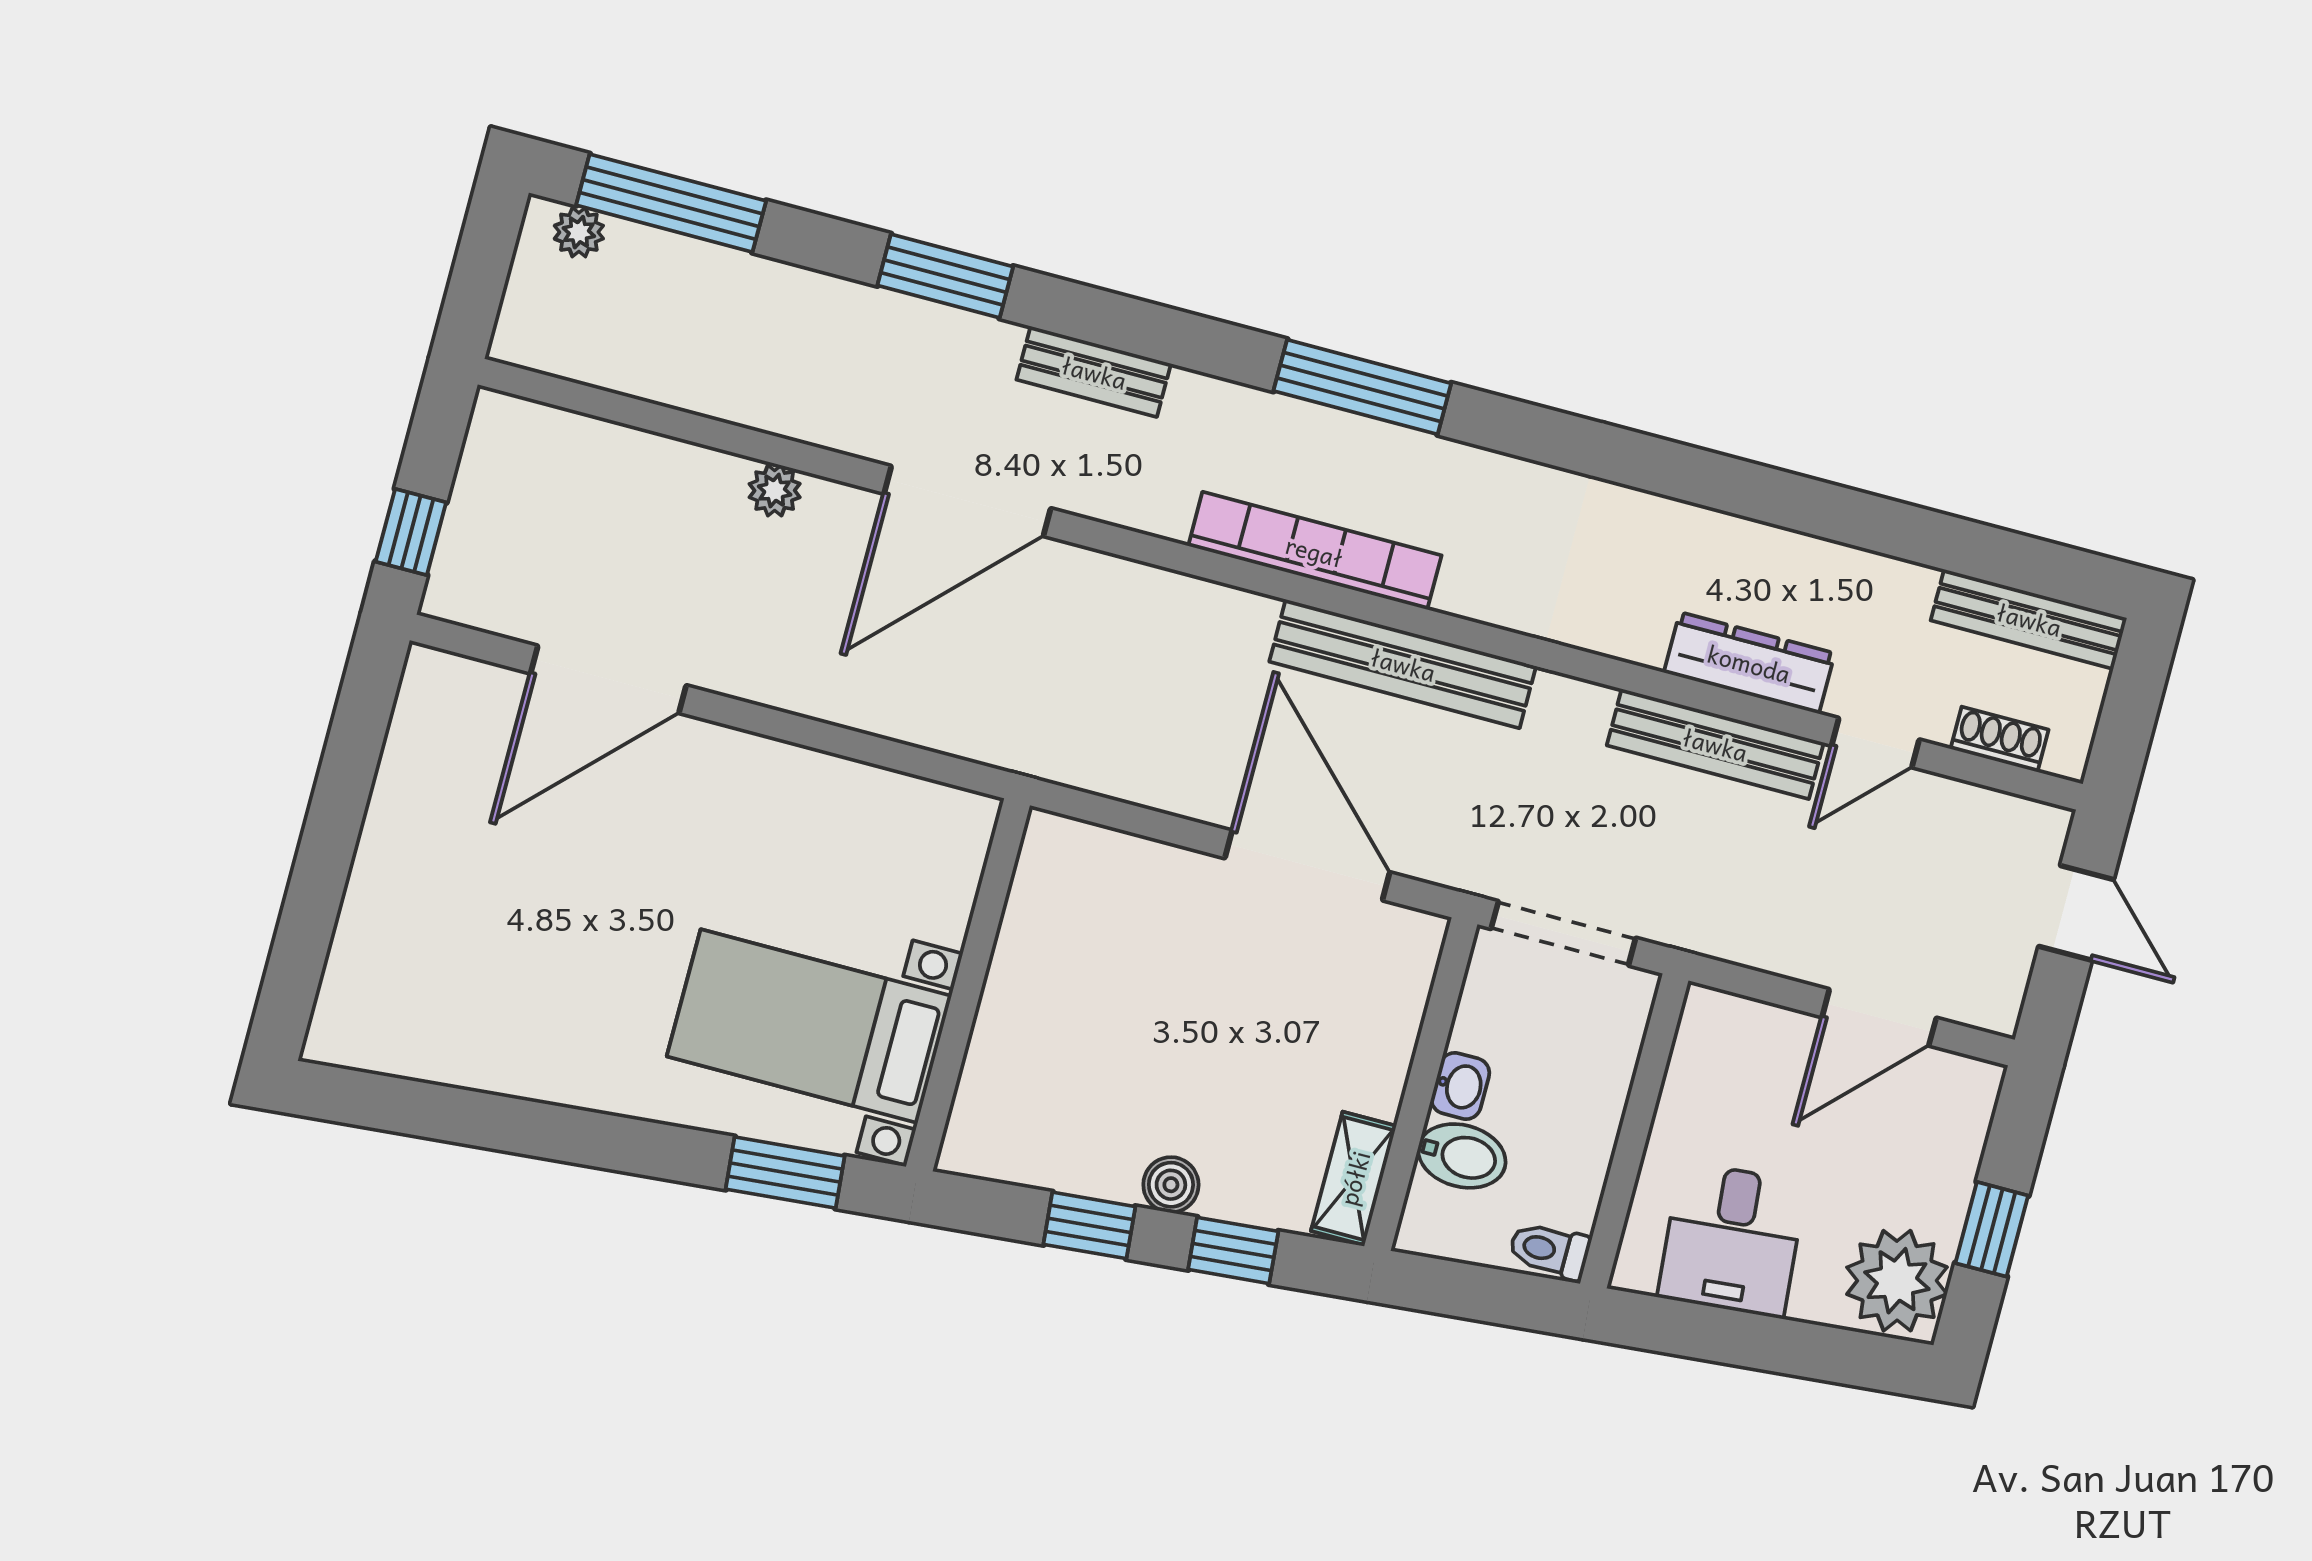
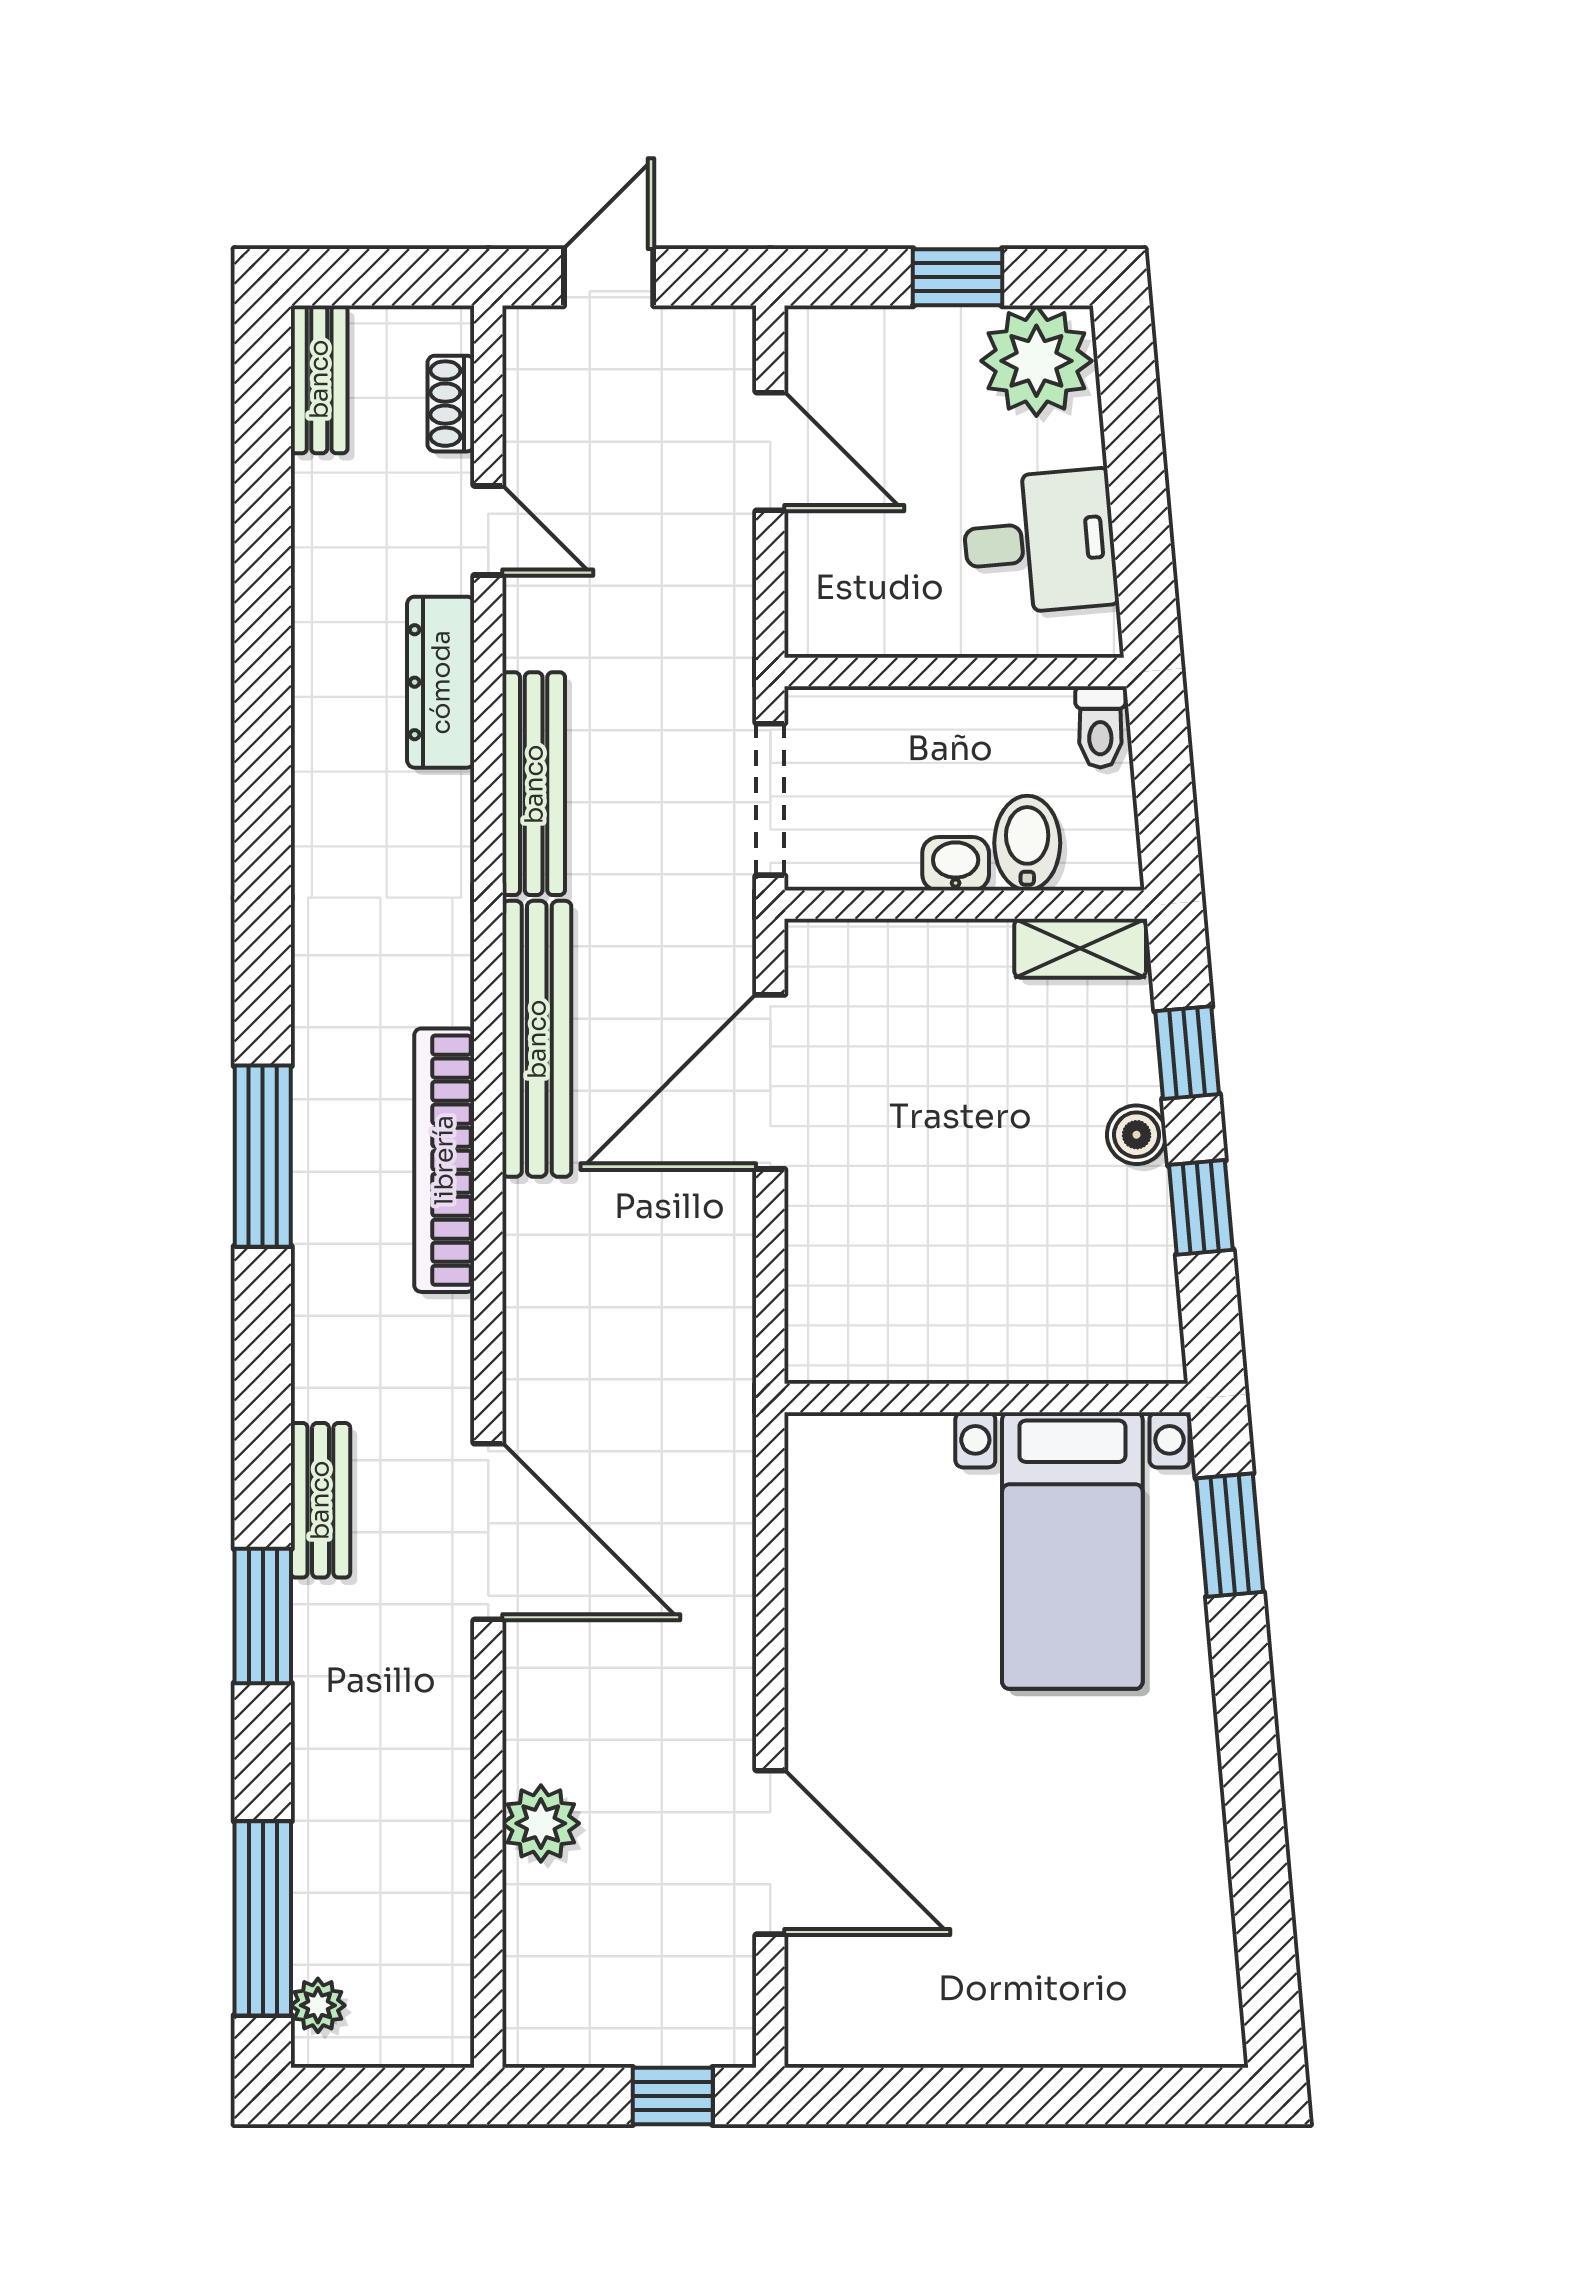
bench: (1094, 372) -> (320, 1500), moved
plant: (775, 491) -> (541, 1823), moved, width x1.38, depth x1.38
bench: (2029, 619) -> (319, 379), width x0.73
bench: (1715, 744) -> (534, 784), moved

